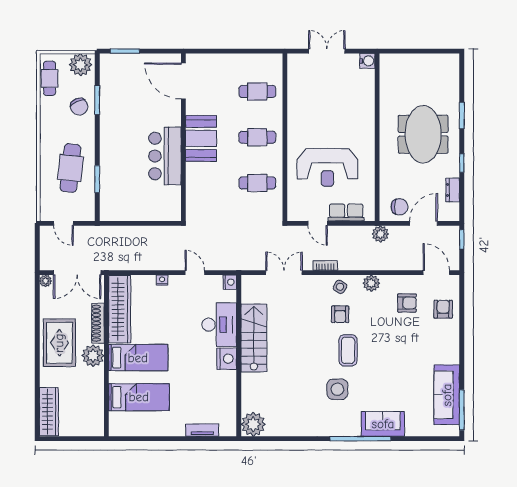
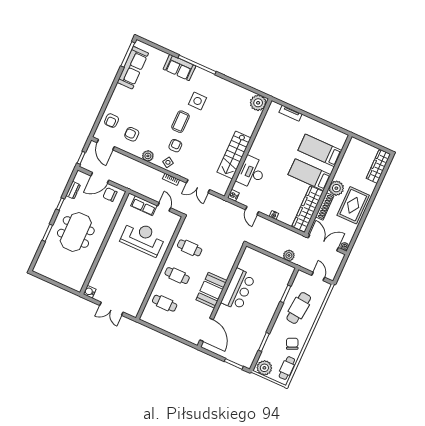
chair: (79, 107) -> (292, 344), moved
plant: (380, 234) -> (289, 255), moved
nightstand: (227, 359) -> (256, 150), removed

